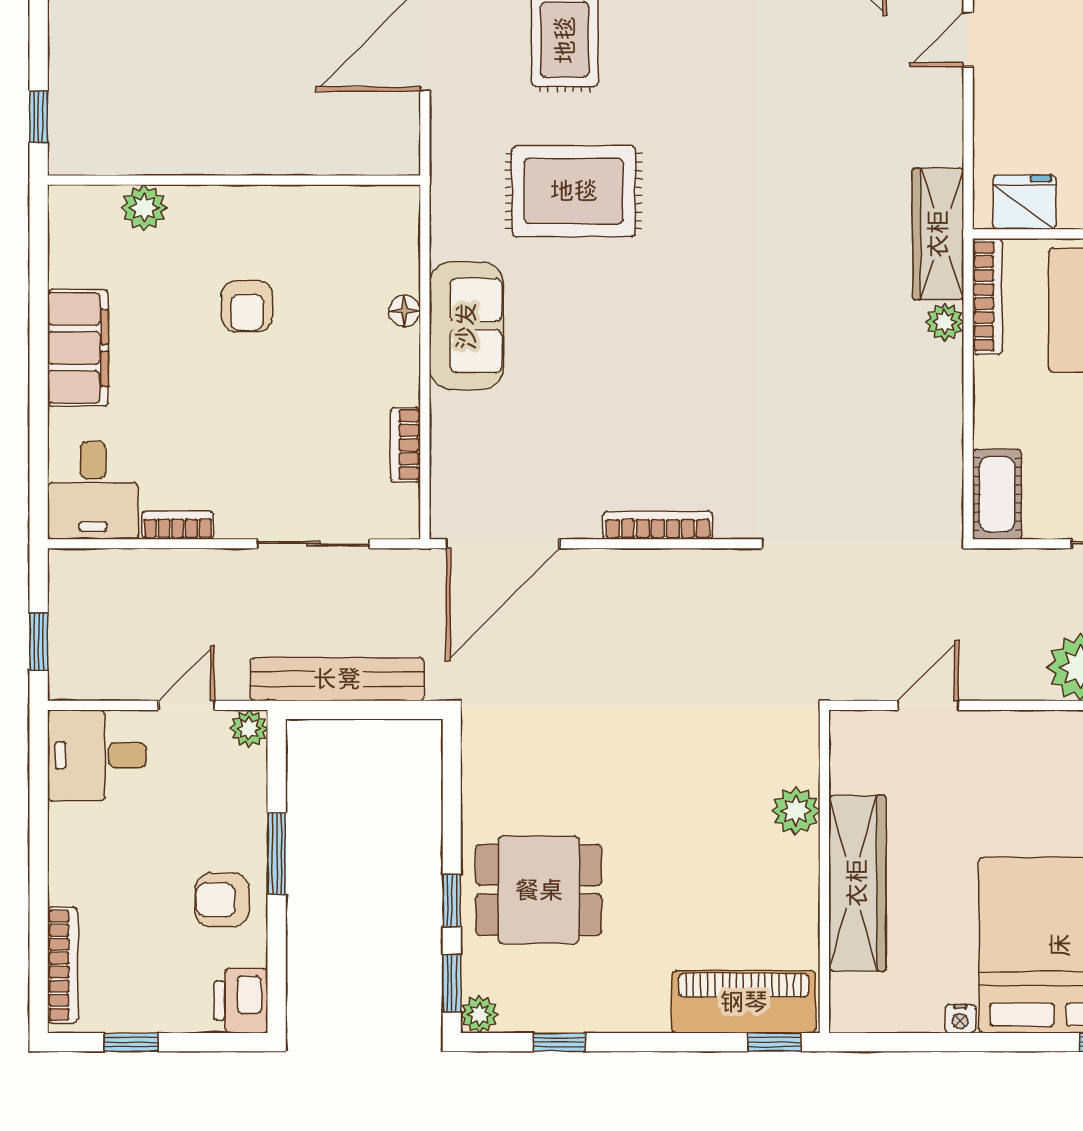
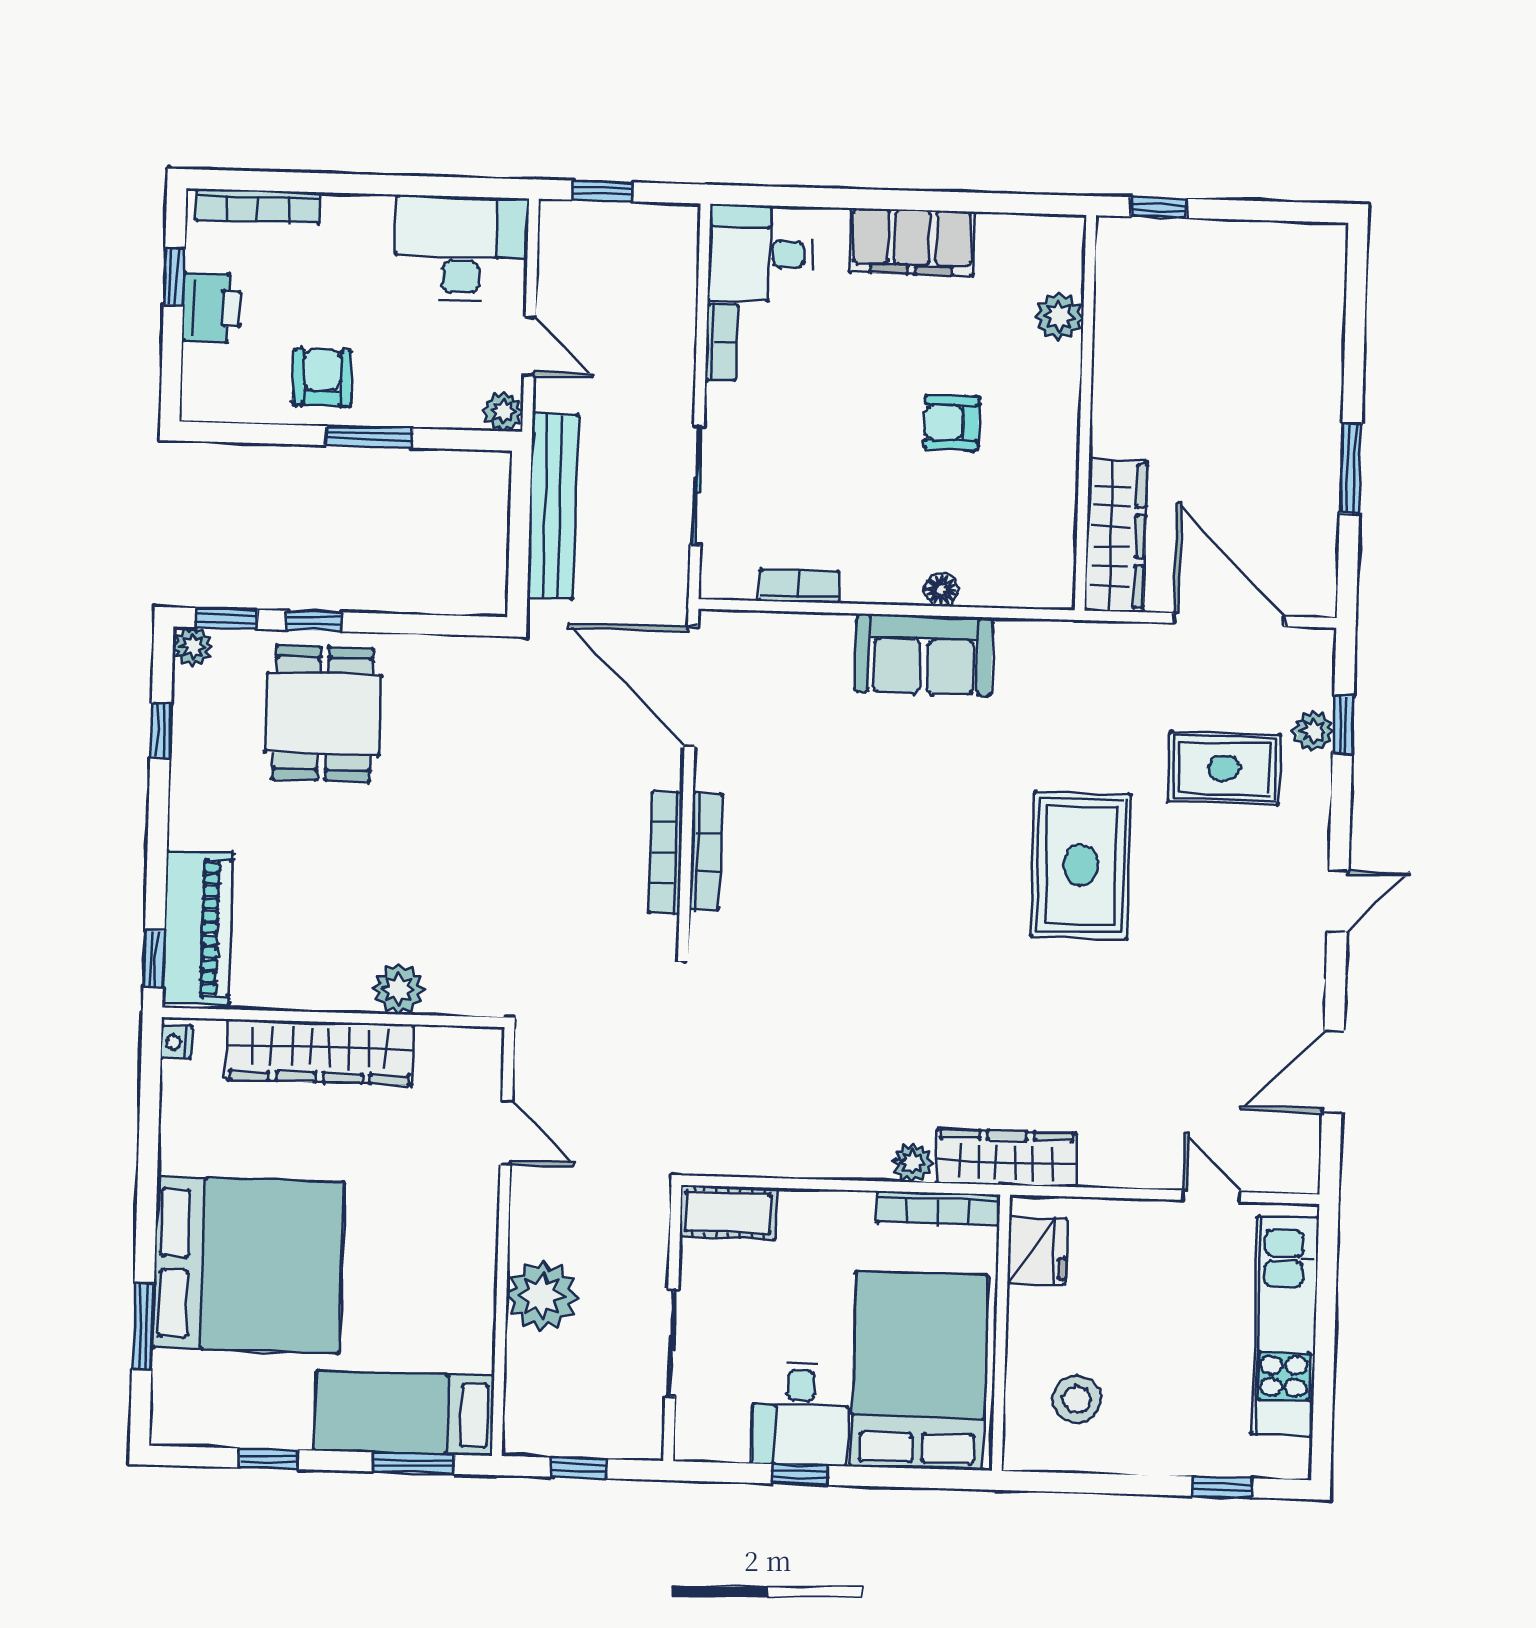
wardrobe: (349, 148) -> (1116, 536), added
rug: (574, 191) -> (1081, 865), moved
bookcase: (660, 563) -> (666, 853), added
desk: (97, 755) -> (461, 249), width x1.37
printer: (241, 1001) -> (211, 308), moved, turned 90
nightstand: (960, 1019) -> (176, 1042), moved

